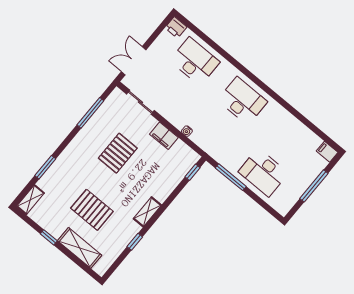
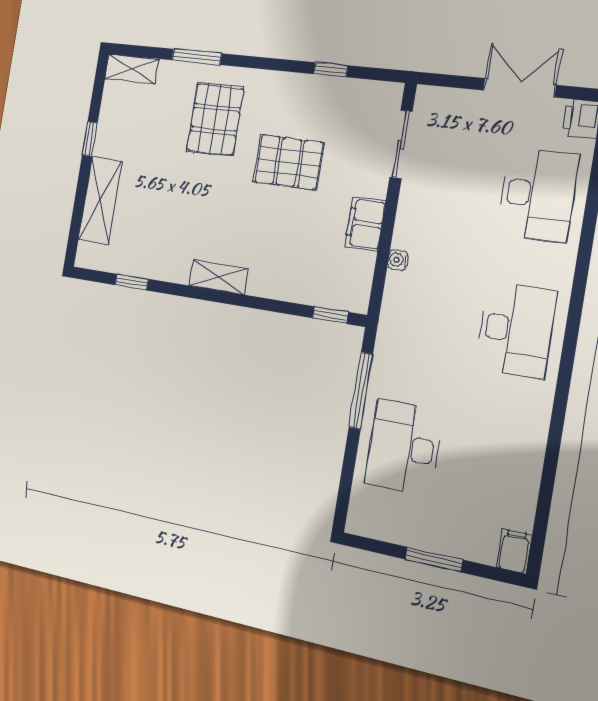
double door: (134, 61) -> (519, 88), moved
window: (90, 113) -> (331, 70), width x0.46
window: (314, 186) -> (434, 560), width x0.69
pallet: (92, 210) -> (215, 119), moved
window: (135, 242) -> (132, 282), moved

